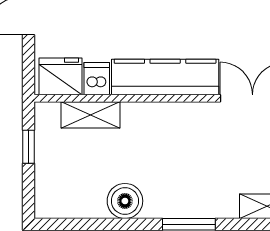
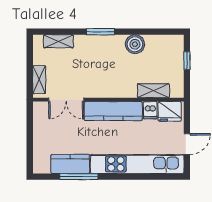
window: (29, 147) -> (187, 61), moved

